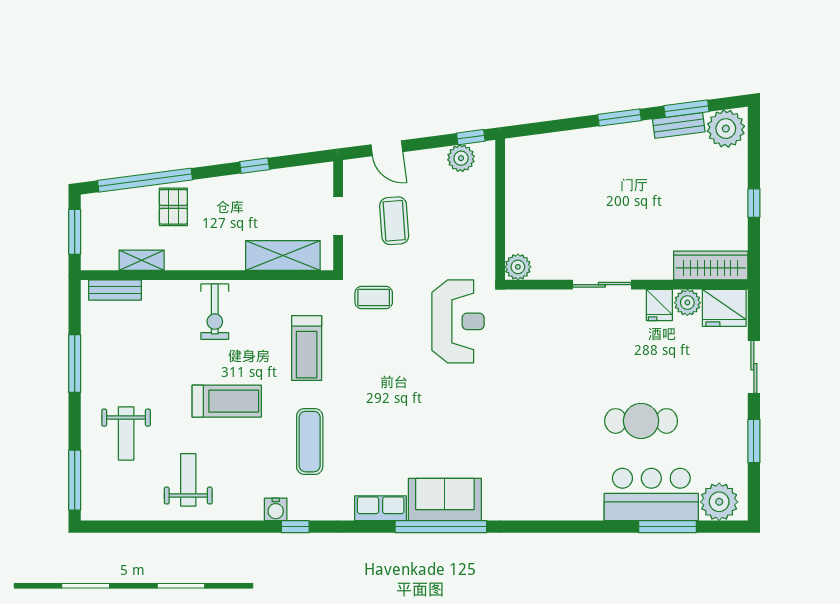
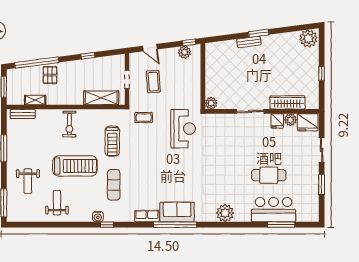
window: (686, 109) -> (290, 29), removed
bench: (679, 125) -> (249, 42), moved
wardrobe: (711, 266) -> (287, 102), moved
treadmill: (227, 401) -> (75, 166), width x1.37, depth x1.38
plant: (719, 502) -> (225, 213), moved

